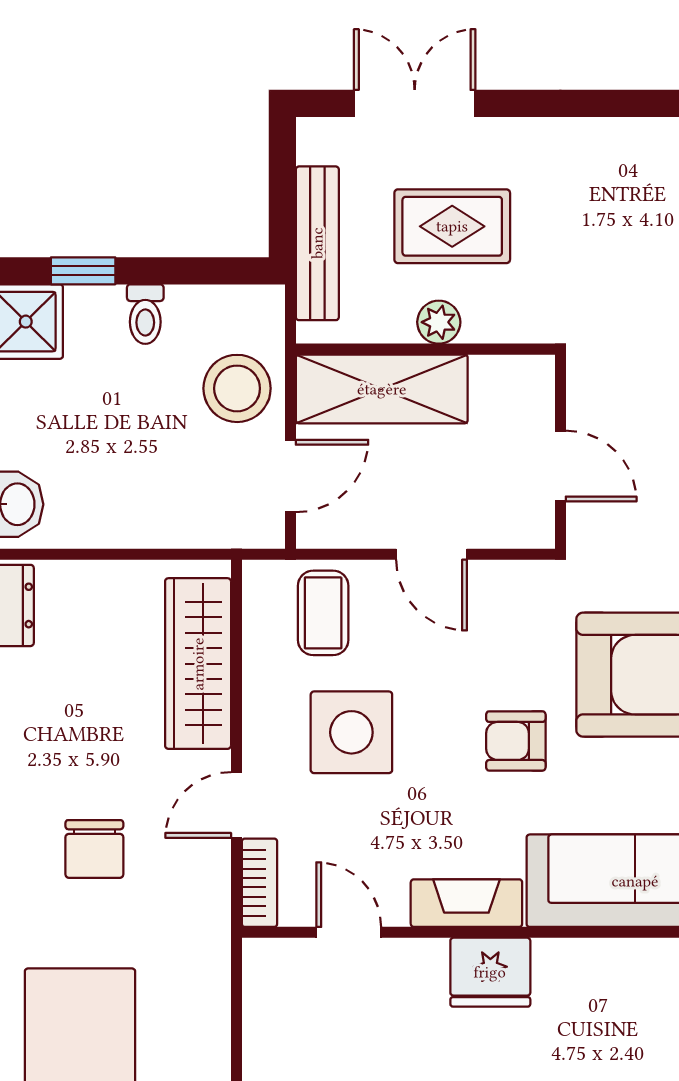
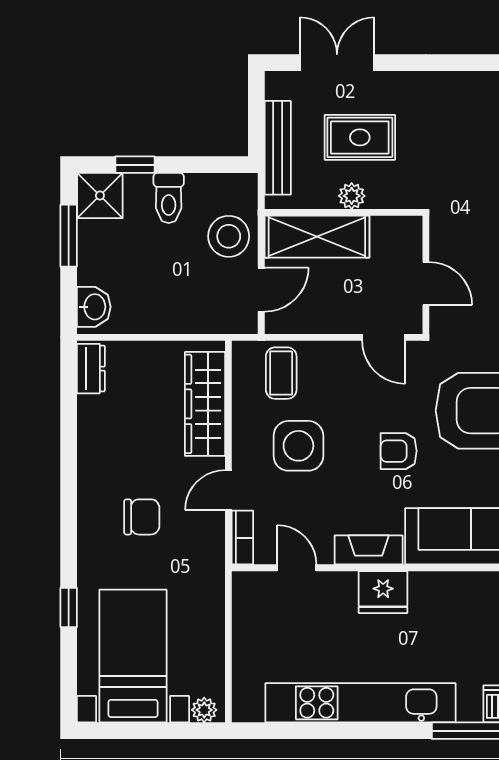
toilet: (145, 314) -> (169, 198), width x1.37, depth x1.39
door: (432, 554) -> (384, 337), moved
chair: (94, 849) -> (142, 517), turned -90

